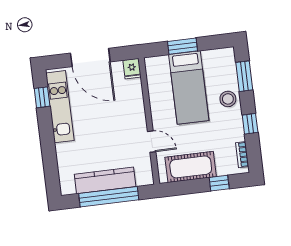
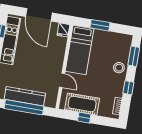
bed: (189, 88) -> (80, 50), moved
window: (219, 183) -> (84, 118), moved

